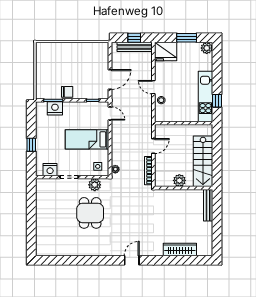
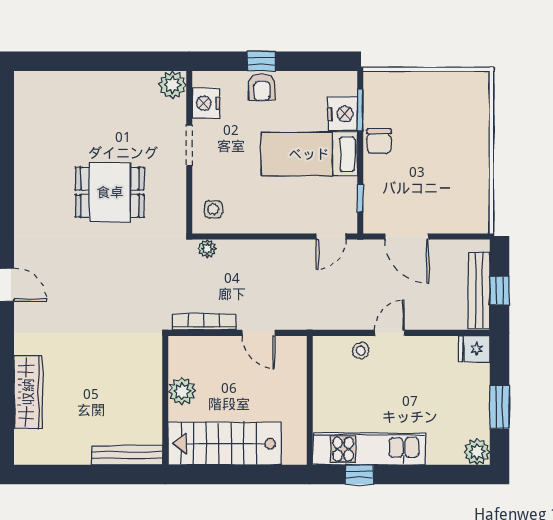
fridge: (166, 52) -> (474, 349), width x0.53, depth x0.75
bed: (87, 139) -> (309, 154), moved, turned -90
armchair: (43, 145) -> (262, 87), added
plant: (95, 185) -> (172, 85), moved

